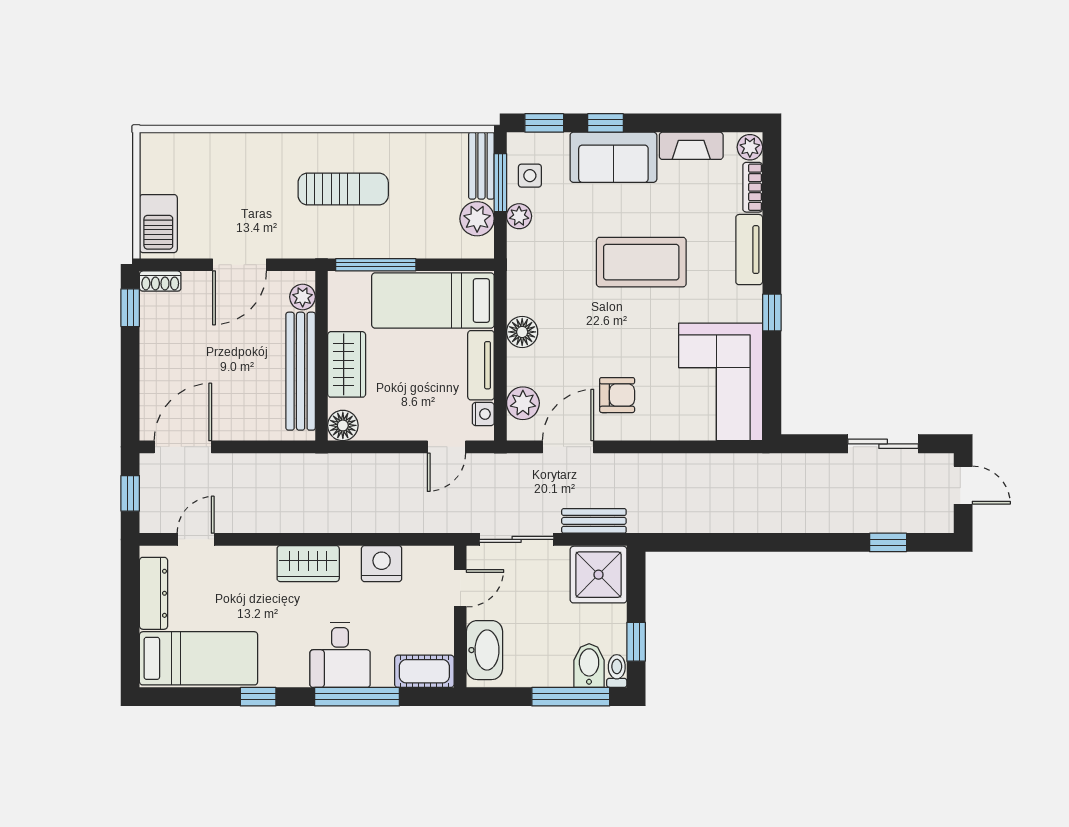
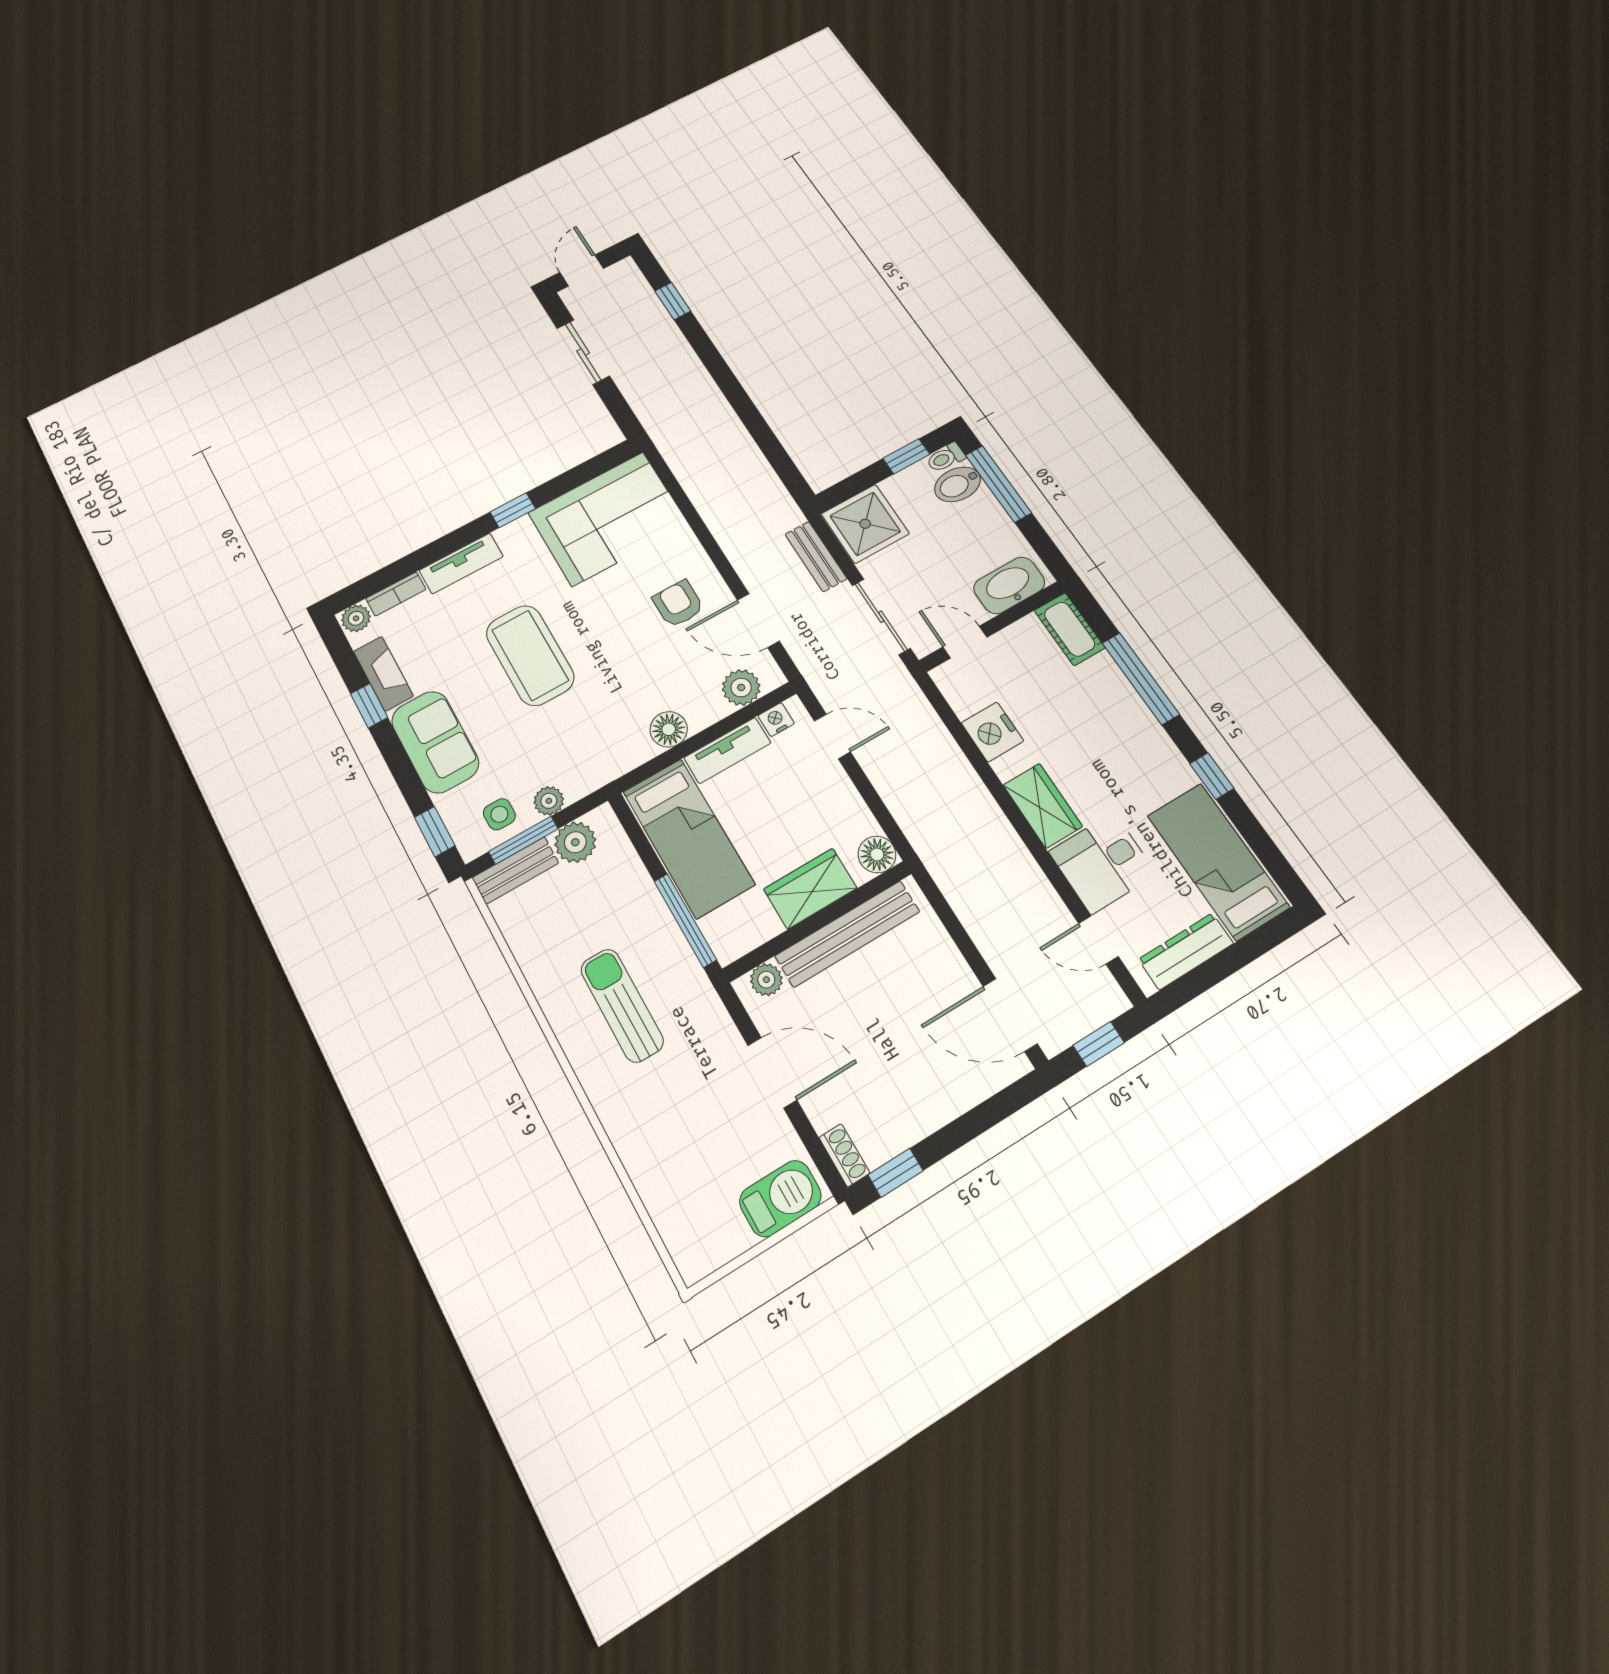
window: (605, 123) -> (369, 706), moved
desk: (340, 655) -> (1103, 863), moved, turned 180

